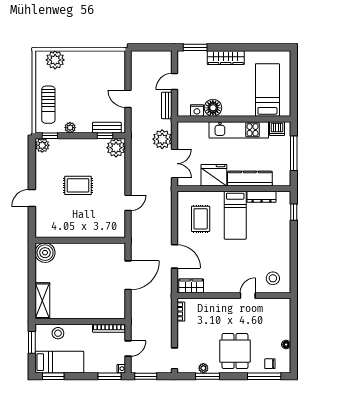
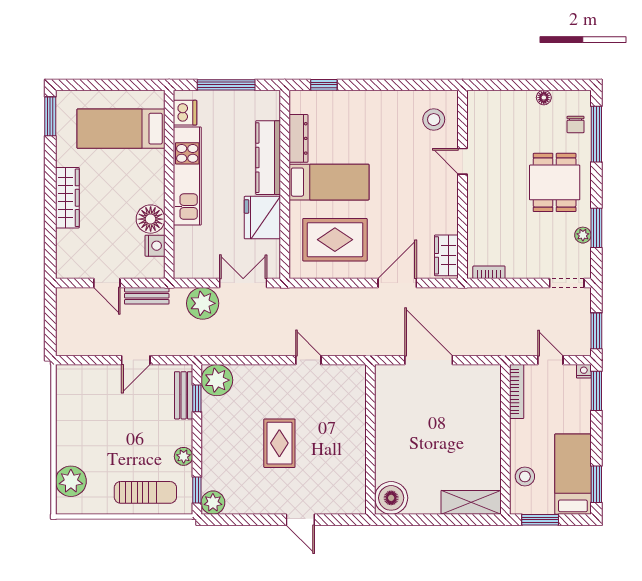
window: (195, 47) -> (50, 116), moved
rug: (201, 219) -> (335, 240), width x1.36, depth x1.43
dining table: (235, 351) -> (555, 182), turned 90

